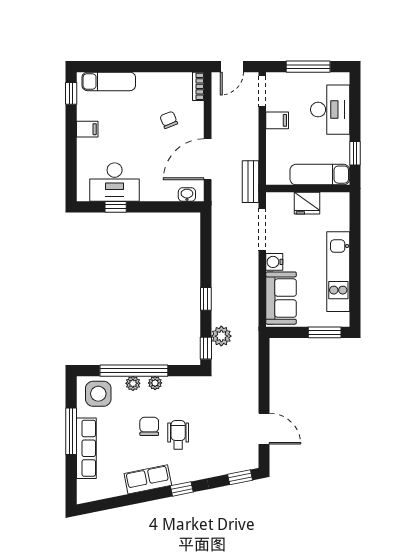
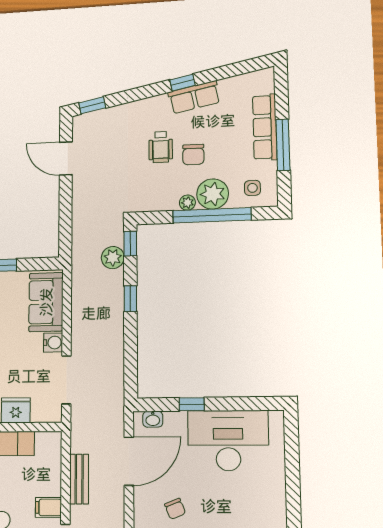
filing cabinet: (87, 129) -> (273, 498), removed
desk: (115, 182) -> (228, 440), width x1.36, depth x1.30
bench: (251, 182) -> (79, 479), moved
window: (116, 207) -> (192, 404), moved
plant: (133, 383) -> (213, 194), width x1.88, depth x1.88
side table: (98, 394) -> (252, 188), width x0.54, depth x0.54
window: (182, 489) -> (183, 83), moved

